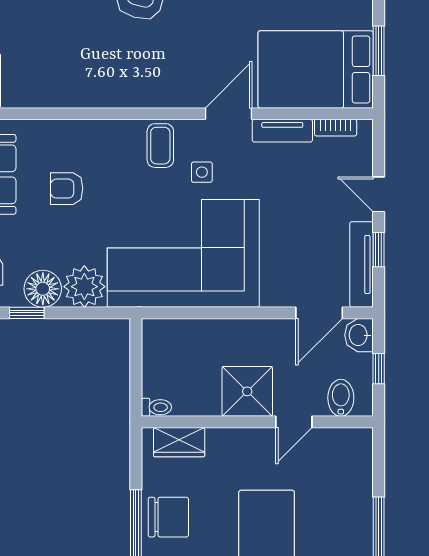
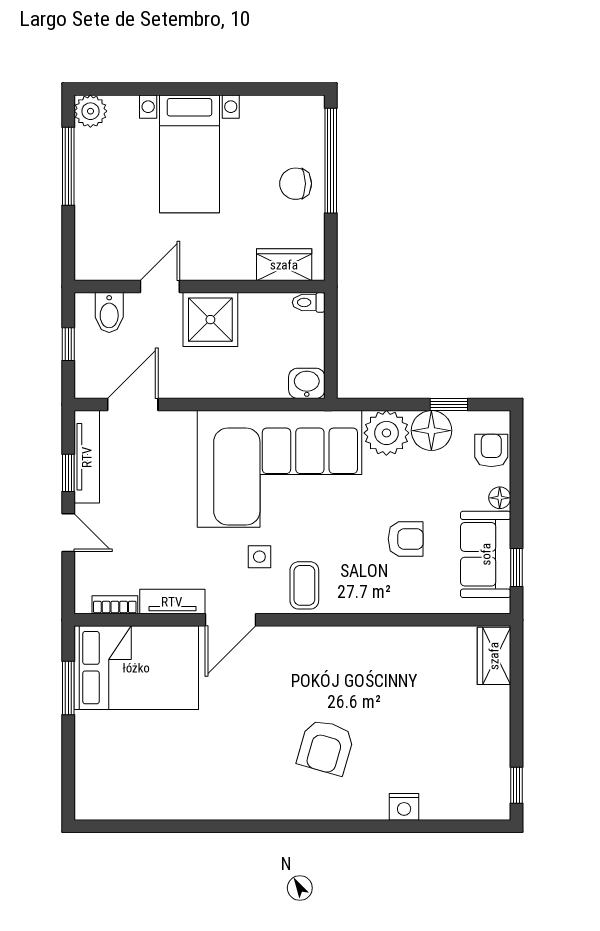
washbasin: (359, 335) -> (307, 383), moved, turned -90
chair: (168, 517) -> (296, 184), width x0.73, depth x0.73

